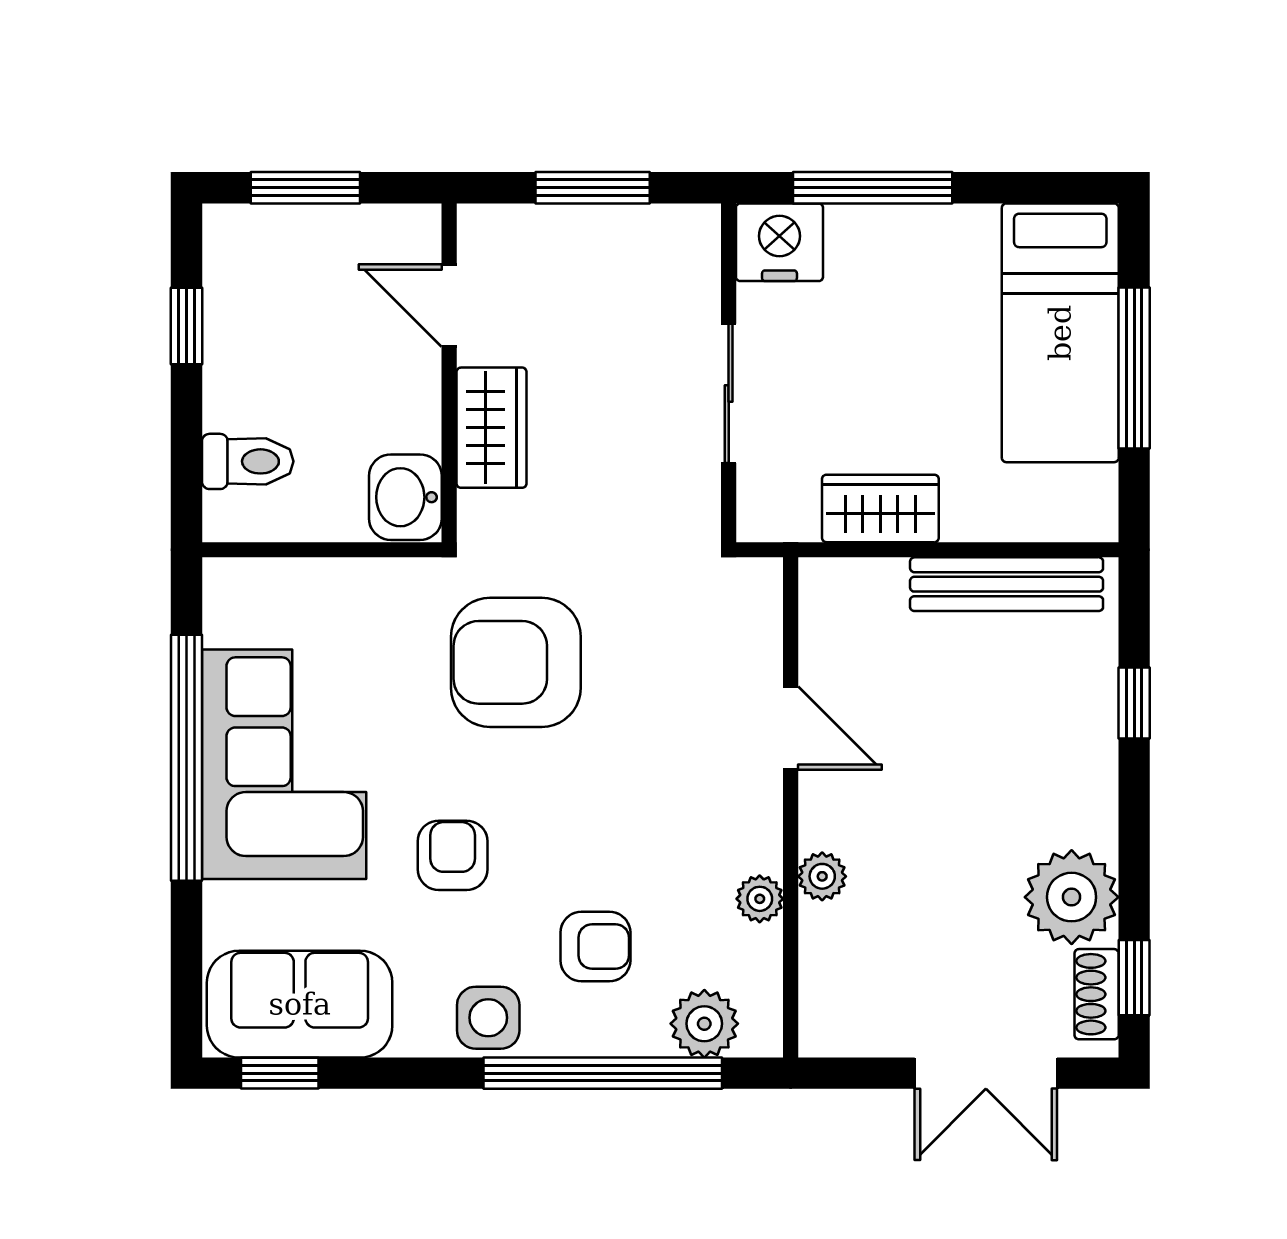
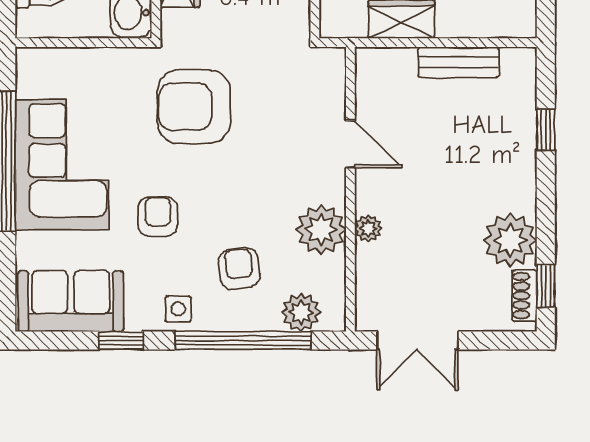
bench: (1007, 584) -> (459, 62), width x0.73
plant: (760, 899) -> (321, 230), width x1.88, depth x1.88
armchair: (595, 947) -> (239, 268), turned -97
side table: (488, 1018) -> (178, 309), width x0.73, depth x0.73
window: (280, 1073) -> (121, 341), moved
double door: (986, 1073) -> (417, 341), moved

